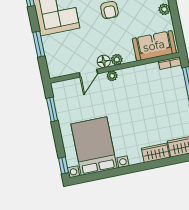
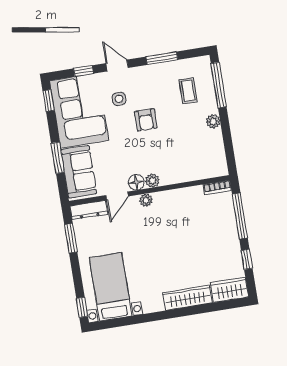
sofa: (154, 46) -> (79, 172), moved, turned 90
dresser: (66, 86) -> (89, 210), added
bed with nightstands: (94, 146) -> (111, 287), width x0.73
wardrobe: (156, 153) -> (187, 298), width x1.50

